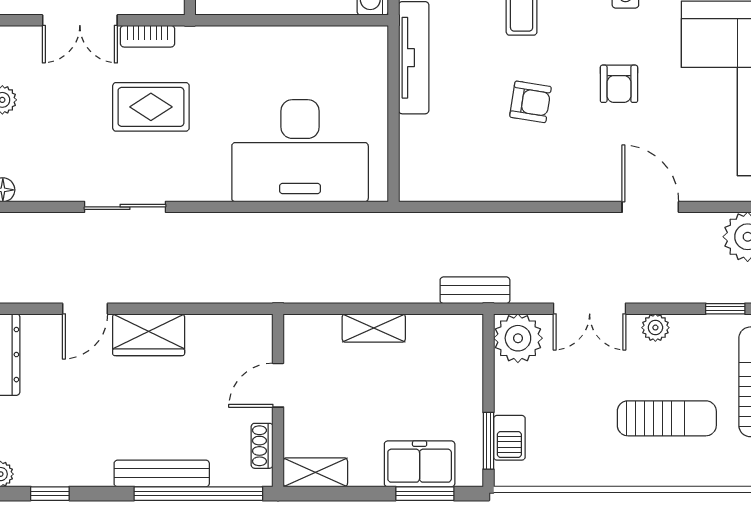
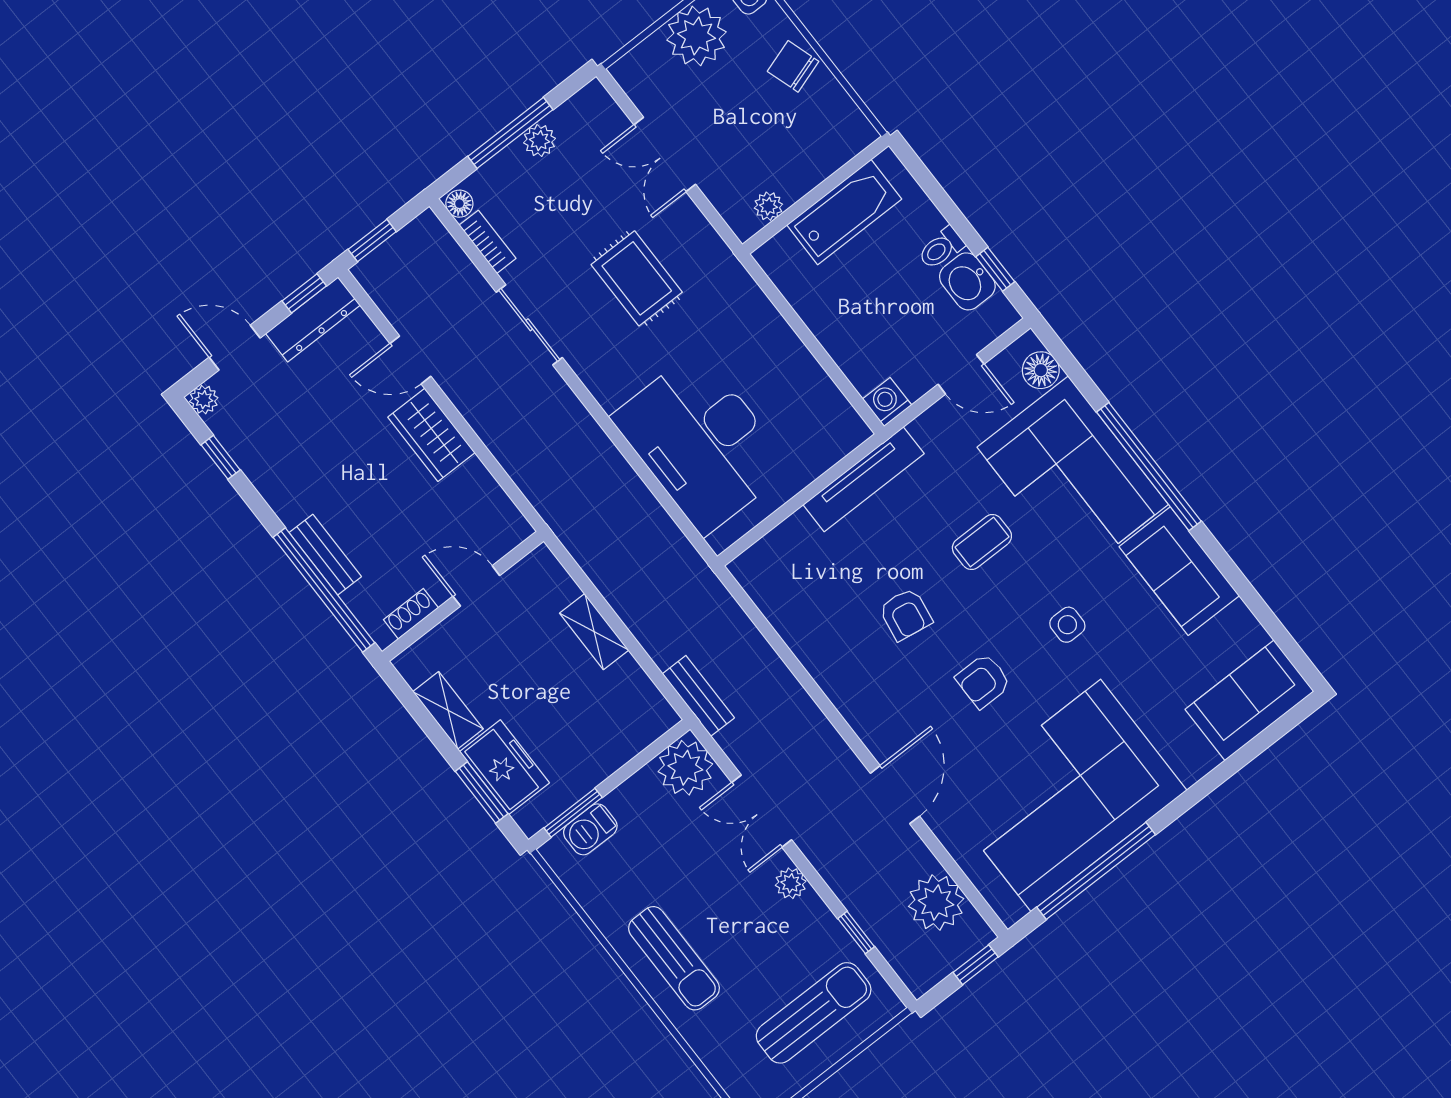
bookcase: (148, 36) -> (487, 242), moved, turned 180
sun lounger: (667, 418) -> (674, 958), moved
shelving: (315, 472) -> (448, 710), moved
bench: (162, 473) -> (325, 555), width x0.73

